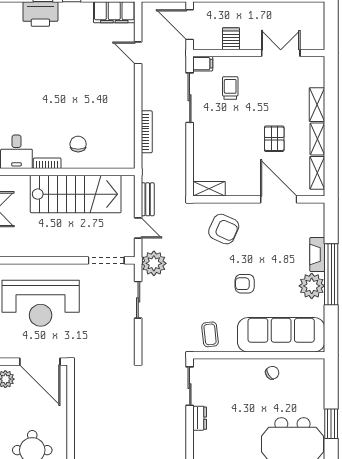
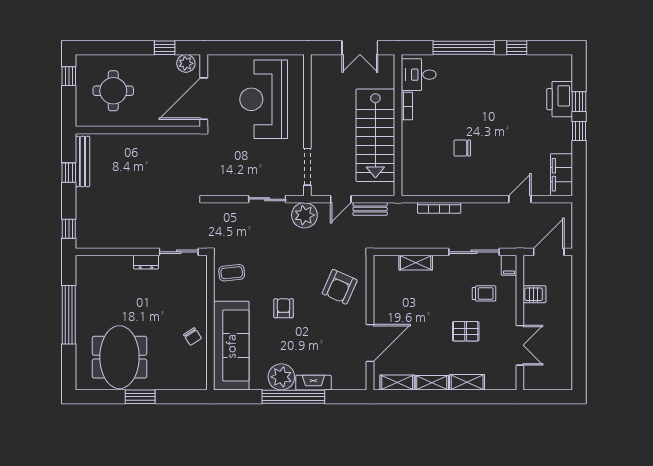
pallet: (274, 139) -> (466, 331), moved
chair: (78, 144) -> (462, 148), moved, turned 180
shelving: (209, 189) -> (416, 263), moved, turned 90

